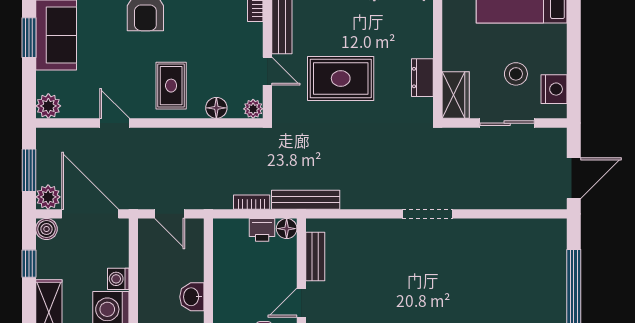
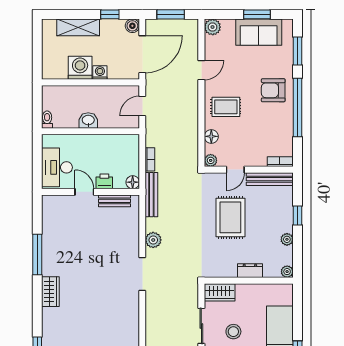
dresser: (422, 78) -> (250, 271), moved
plant: (48, 197) -> (153, 240), moved
printer: (262, 230) -> (104, 181), moved, turned 90

